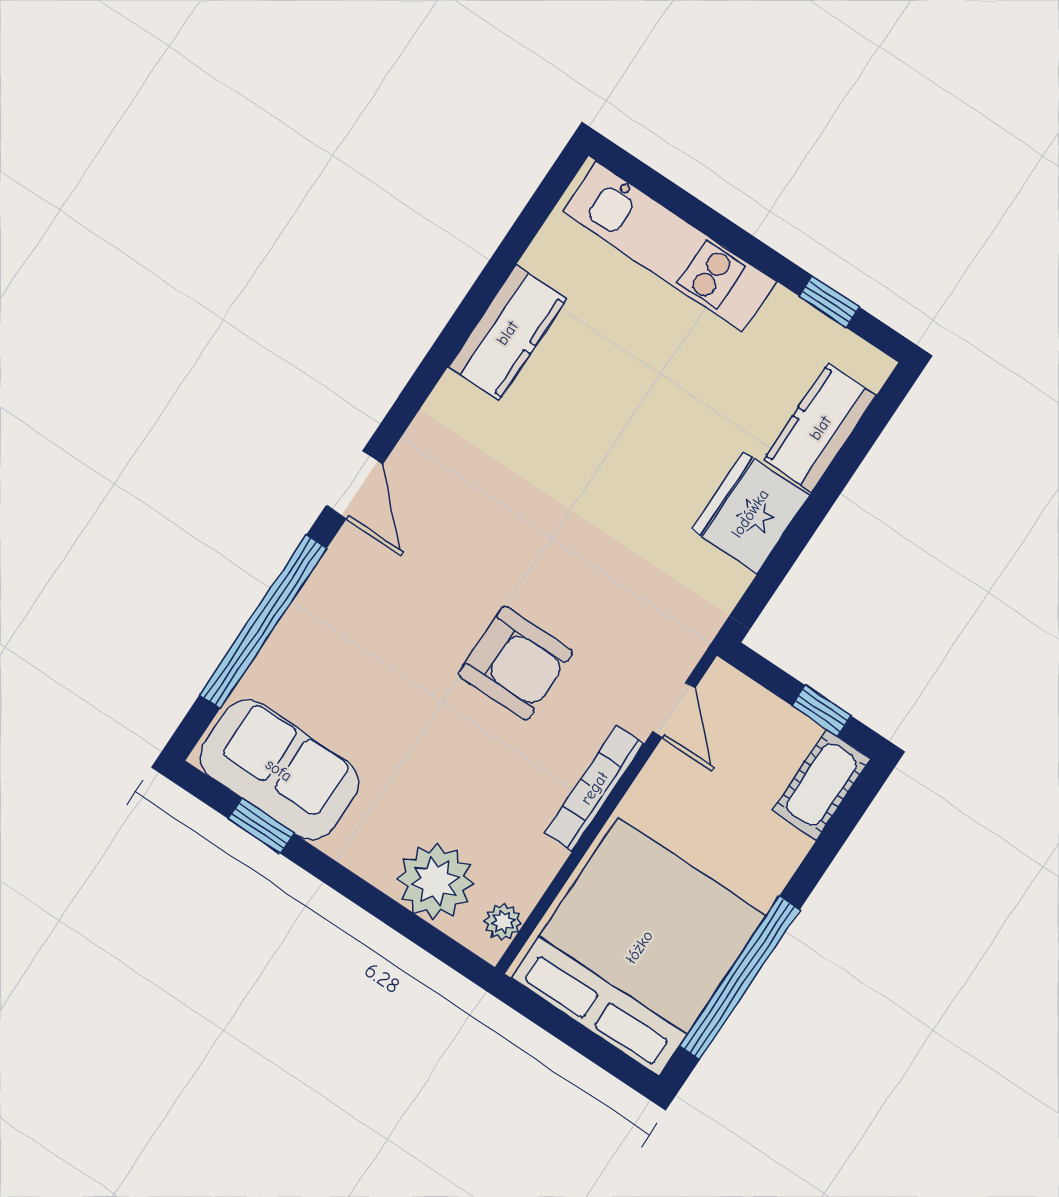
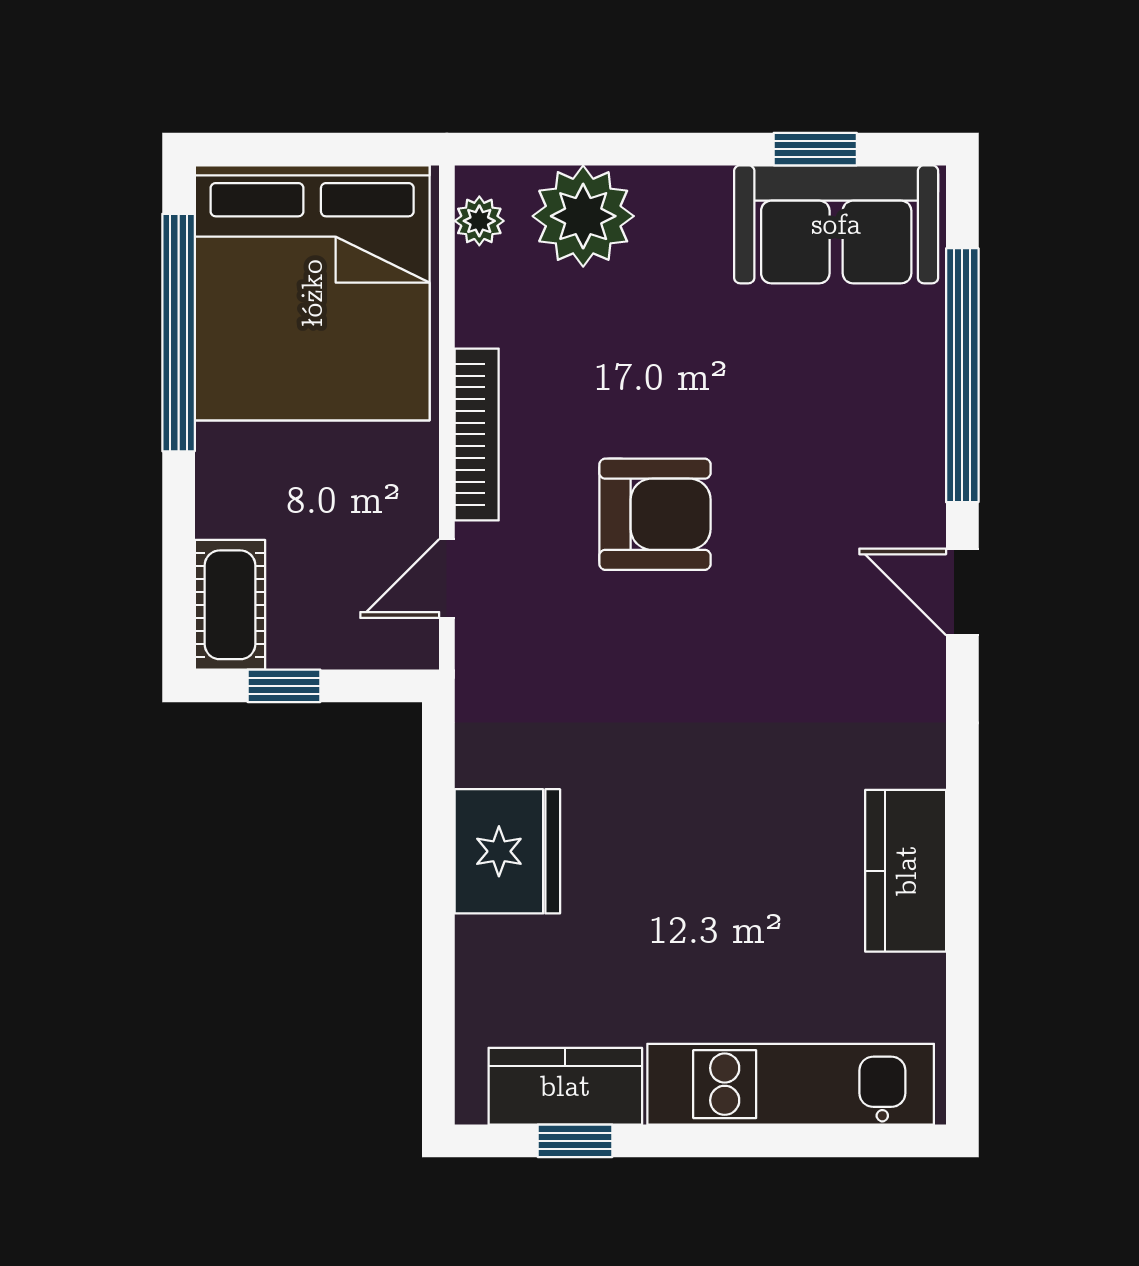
kitchen counter: (820, 428) -> (565, 1086), moved, turned -90
armchair: (515, 663) -> (655, 514), turned 180
door: (674, 710) -> (447, 579), hinge flipped

